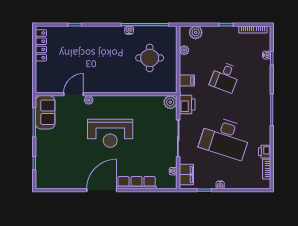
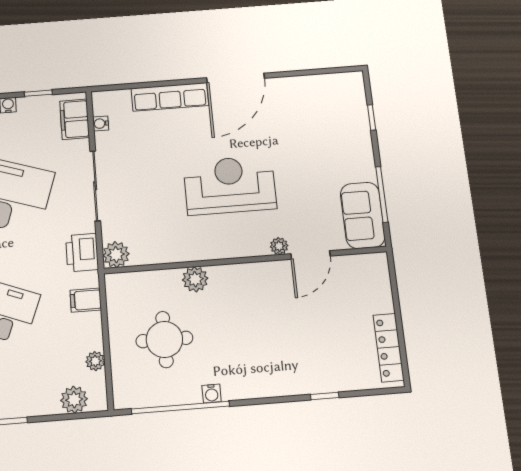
plant: (132, 87) -> (195, 279), added

